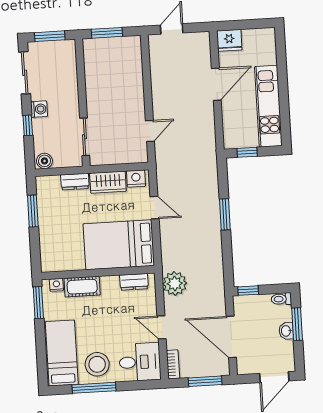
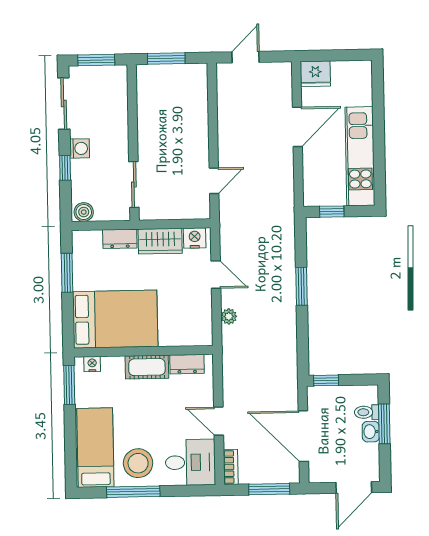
bed: (119, 245) -> (115, 319), moved, turned 180
plant: (175, 283) -> (229, 316), moved, width x0.53, depth x0.53
cot: (82, 287) -> (147, 367), moved
toilet: (281, 299) -> (367, 412), moved

